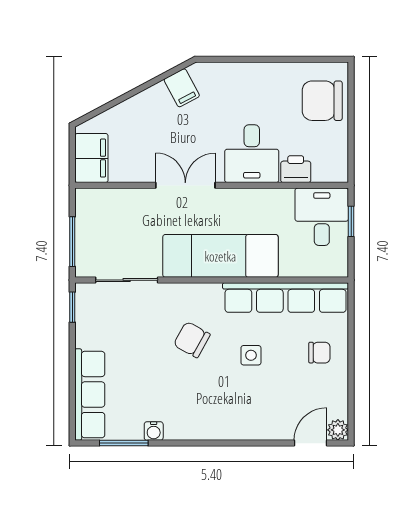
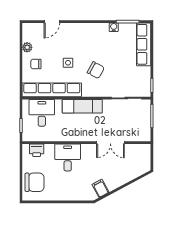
filing cabinet: (91, 158) -> (143, 155), removed
printer: (296, 169) -> (37, 150), moved
double door: (185, 185) -> (110, 143), moved
desk: (322, 217) -> (42, 113), moved, turned 180
exam couch: (220, 256) -> (82, 106), width x0.73, depth x0.69
plant: (338, 430) -> (27, 47), moved
door: (310, 443) -> (52, 22), moved

